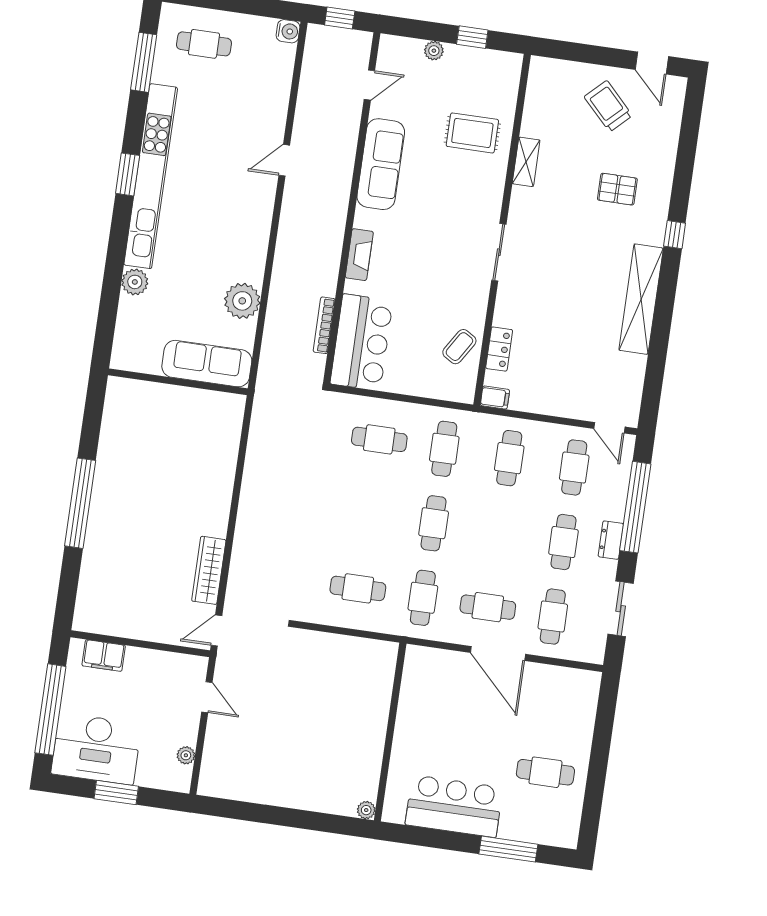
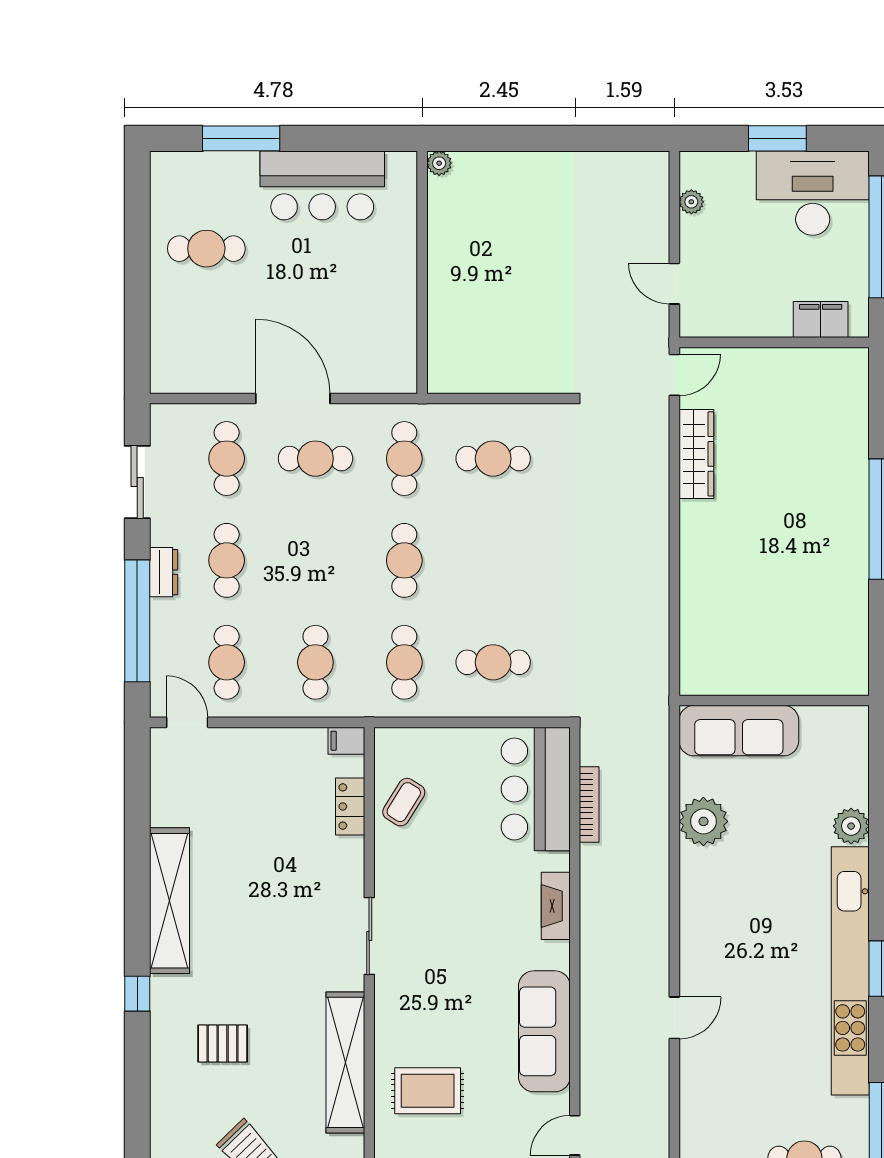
shelving: (526, 162) -> (345, 1062), width x2.20, depth x1.33

